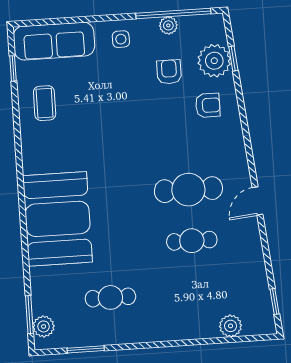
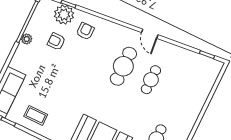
plant: (168, 25) -> (27, 39), moved
side table: (121, 39) -> (25, 57), removed
plant: (231, 326) -> (207, 85), removed

